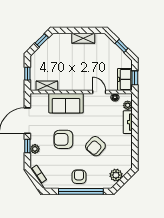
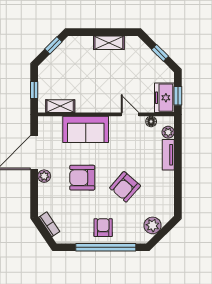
window: (27, 146) -> (34, 186), removed
plant: (35, 149) -> (44, 176), moved

